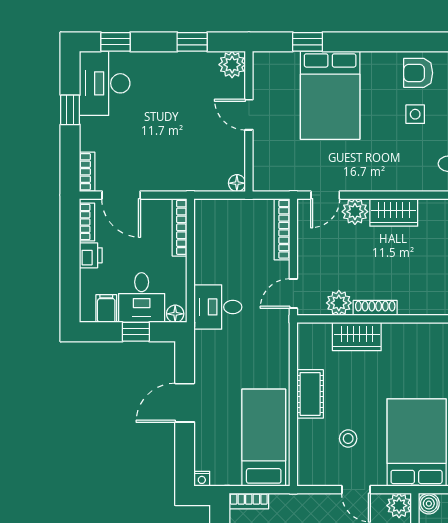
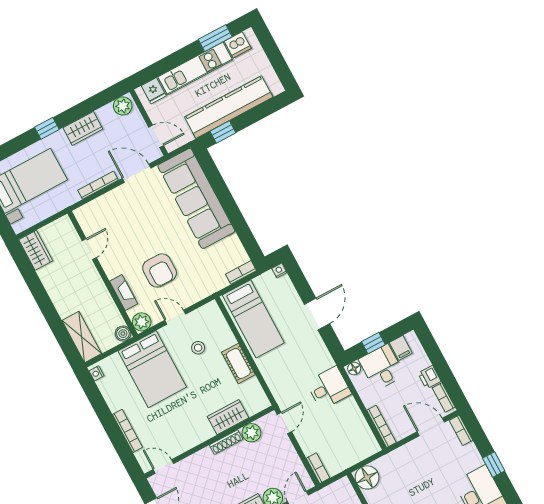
floor lamp: (237, 183) -> (367, 477), width x1.89, depth x1.89
bookcase: (282, 229) -> (318, 468), width x0.64

